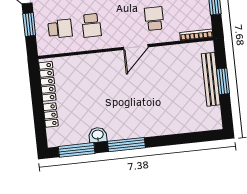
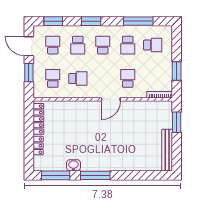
school desk: (91, 25) -> (78, 78), turned -90
school desk: (60, 29) -> (53, 78), turned -90
bench: (211, 79) -> (167, 150), moved
window: (223, 81) -> (177, 122), moved

